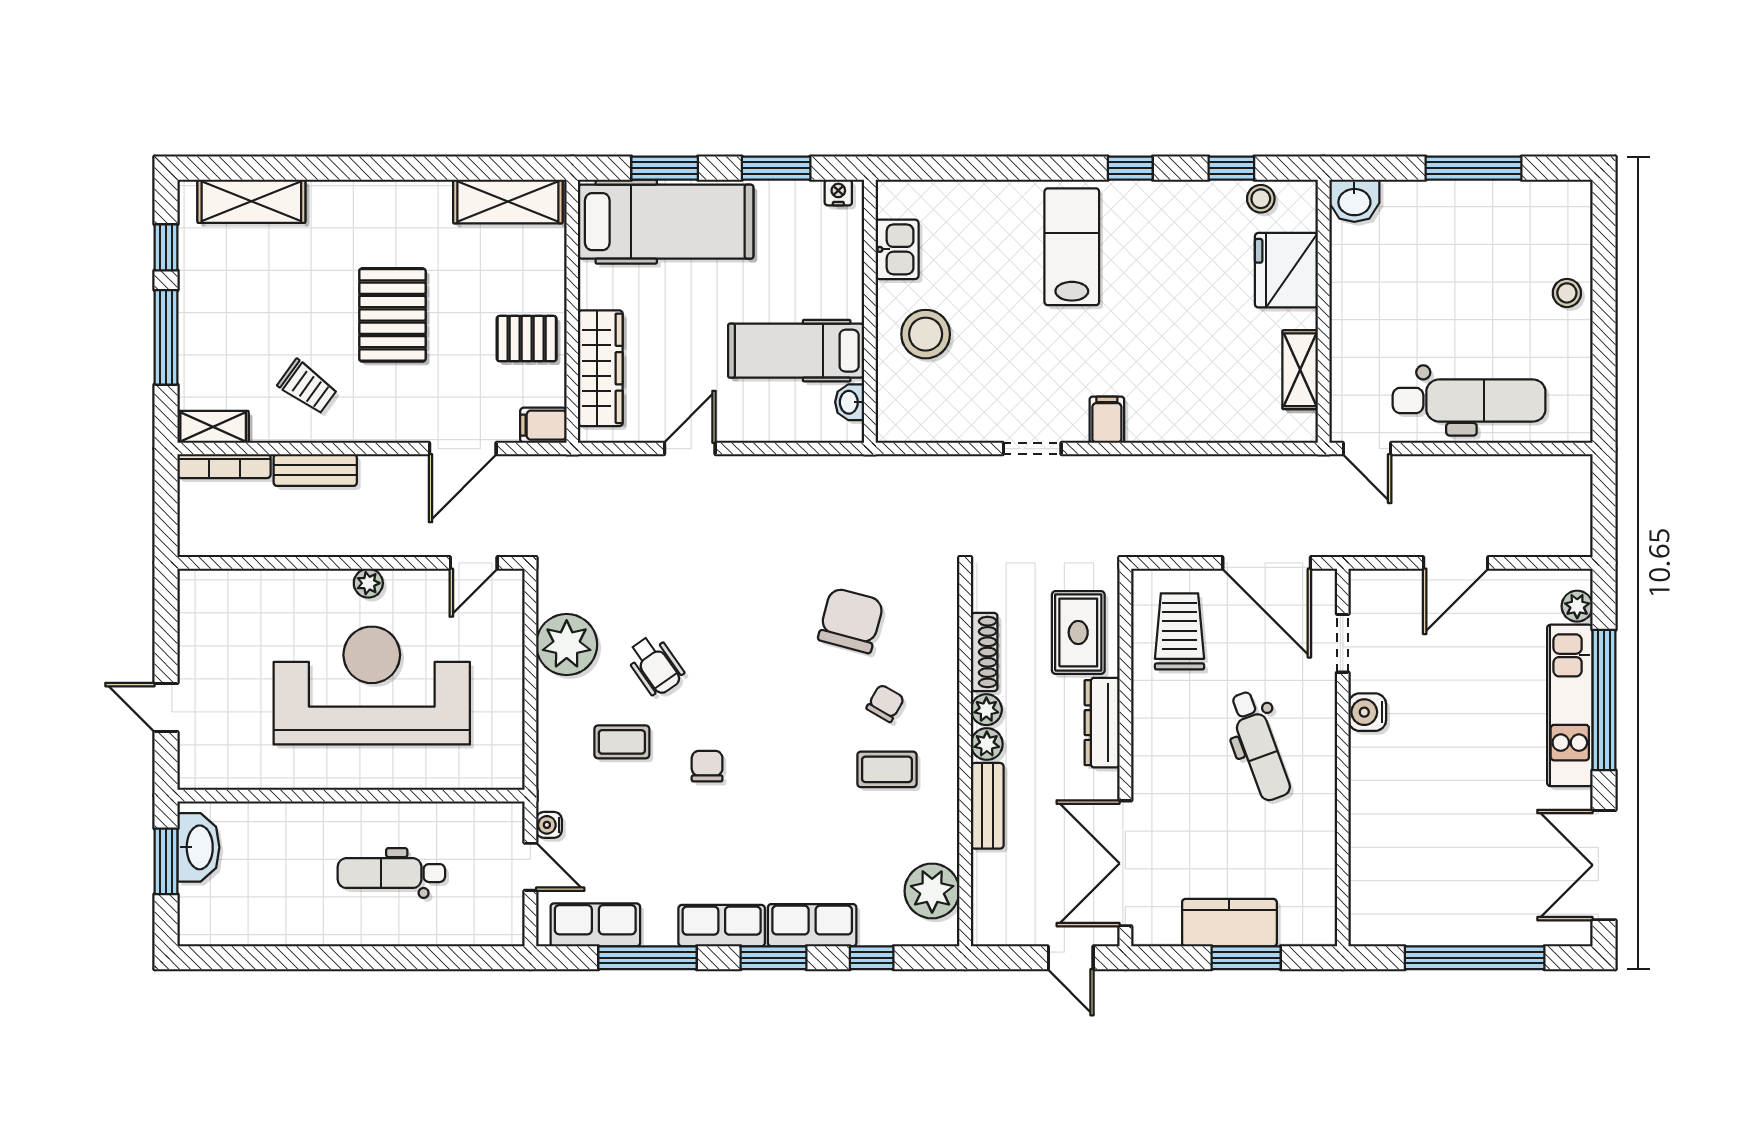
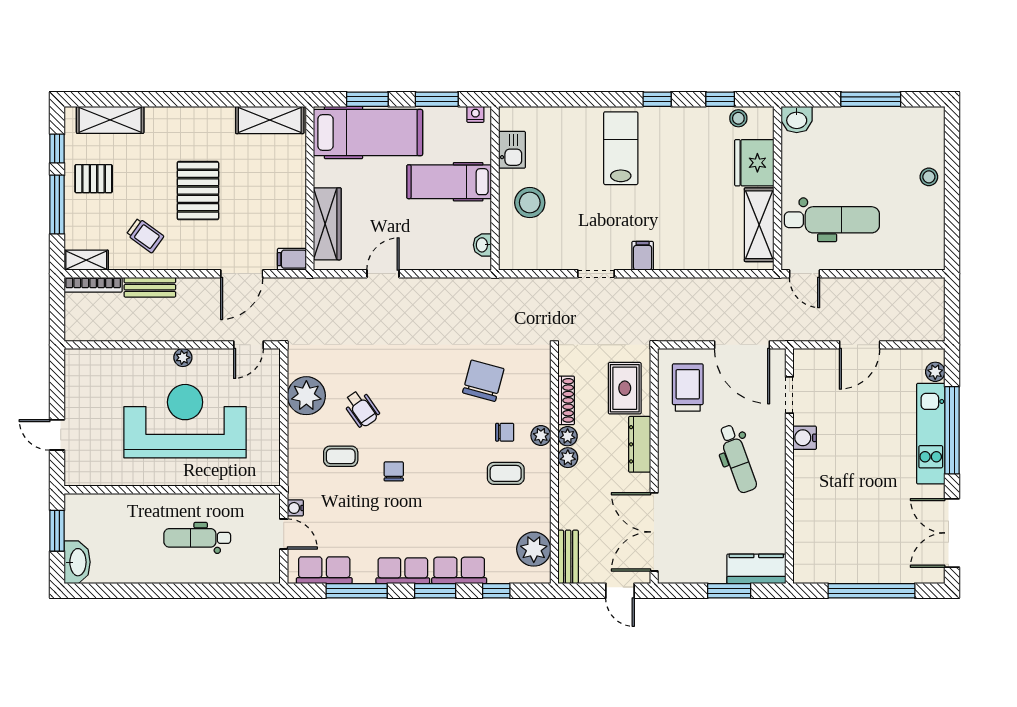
pallet: (527, 339) -> (94, 179), moved
hospital bed: (796, 351) -> (449, 182), moved
shelving: (1300, 370) -> (759, 225), width x1.50, depth x1.33
dental chair: (1469, 400) -> (832, 220), moved
chair: (885, 703) -> (505, 432), turned 60
plant: (943, 708) -> (541, 436), added
bench: (987, 806) -> (568, 557), moved
washbasin: (198, 847) -> (77, 562), moved
kitchen counter: (1229, 923) -> (756, 569), moved

